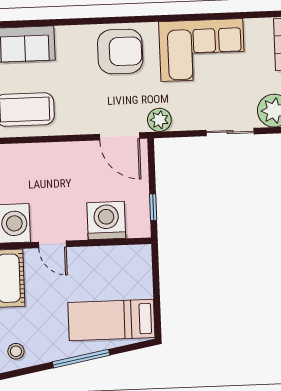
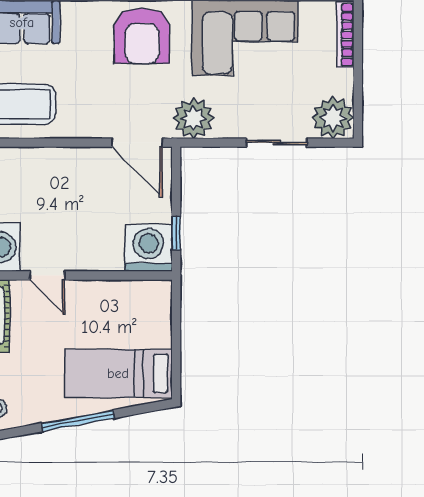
armchair: (120, 51) -> (142, 36), turned 90
plant: (159, 120) -> (193, 118), width x1.36, depth x1.36
washing machine: (106, 220) -> (148, 248), moved

